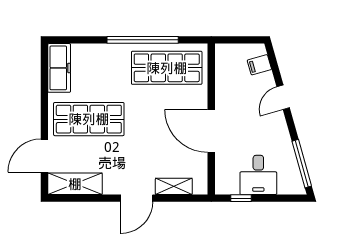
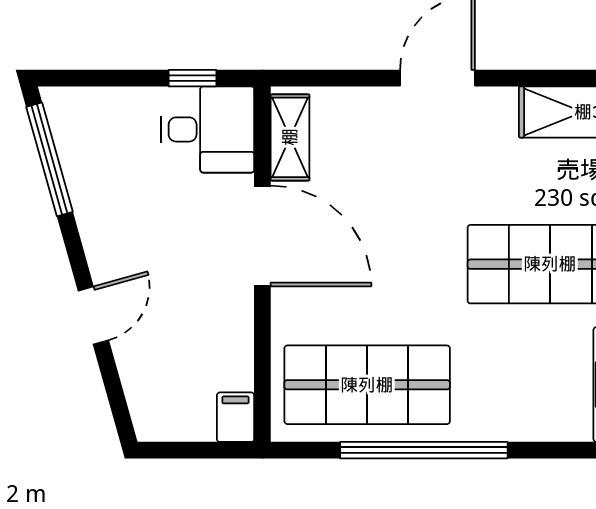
filing cabinet: (259, 65) -> (236, 417), moved, turned -74
desk: (258, 175) -> (208, 129), moved, turned 90
shelving: (174, 186) -> (290, 137), moved, turned 90

